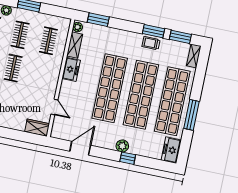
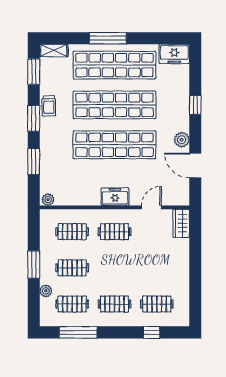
window: (98, 20) -> (34, 162), moved
window: (153, 31) -> (34, 118), moved
shelving: (75, 45) -> (71, 199), removed
clothes rail: (13, 68) -> (114, 232), moved
freezer: (71, 69) -> (115, 197), moved
window: (191, 115) -> (108, 38), moved
plant: (122, 146) -> (182, 140), moved

